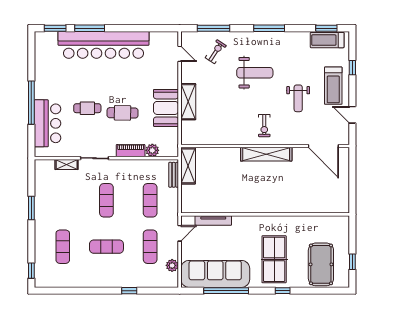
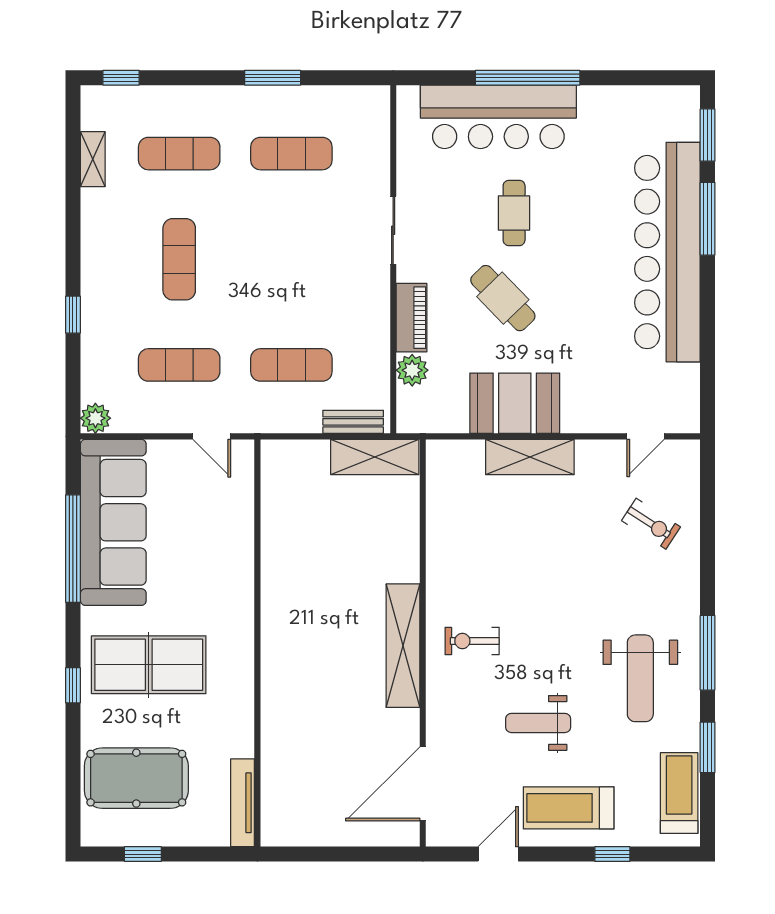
window: (214, 28) -> (708, 518), removed
window: (326, 28) -> (708, 747), moved
weight bench: (255, 73) -> (640, 678), moved
cafe table: (123, 113) -> (503, 298), turned -45
bar counter: (48, 123) -> (498, 117), width x1.36
shelving: (67, 165) -> (93, 159), moved
exercise mat: (106, 200) -> (291, 154), moved
tv unit: (213, 220) -> (243, 803), moved
plant: (172, 265) -> (95, 418), moved

